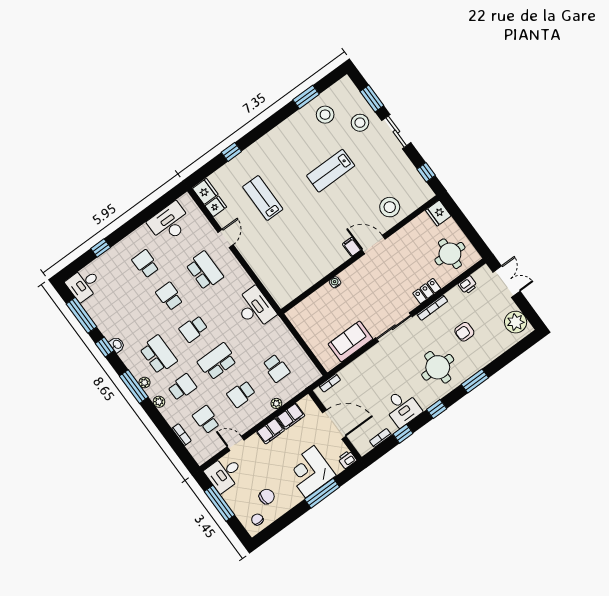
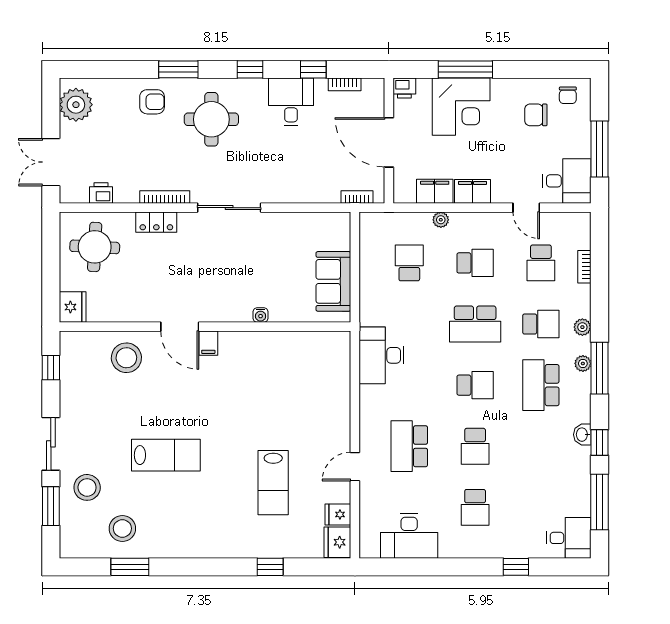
armchair: (464, 332) -> (152, 102), moved
sofa: (350, 341) -> (333, 281), moved, turned 90
school desk: (182, 387) -> (541, 324), turned 180

